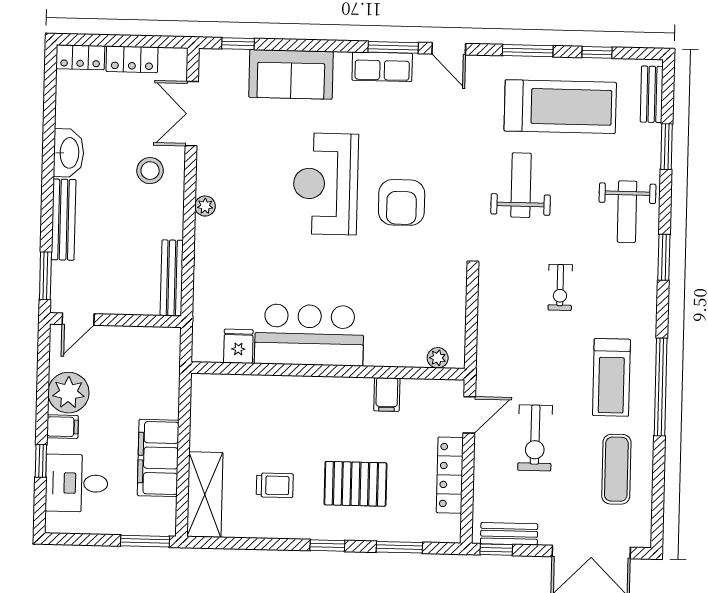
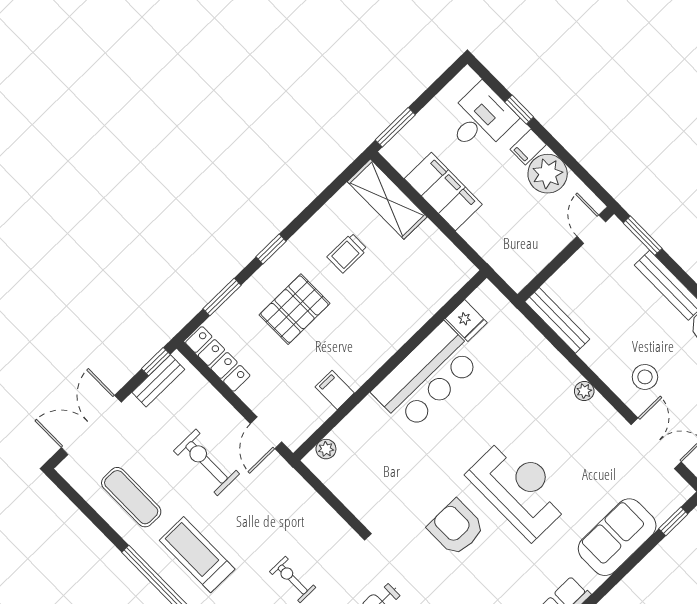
locker: (450, 475) -> (218, 359), moved

